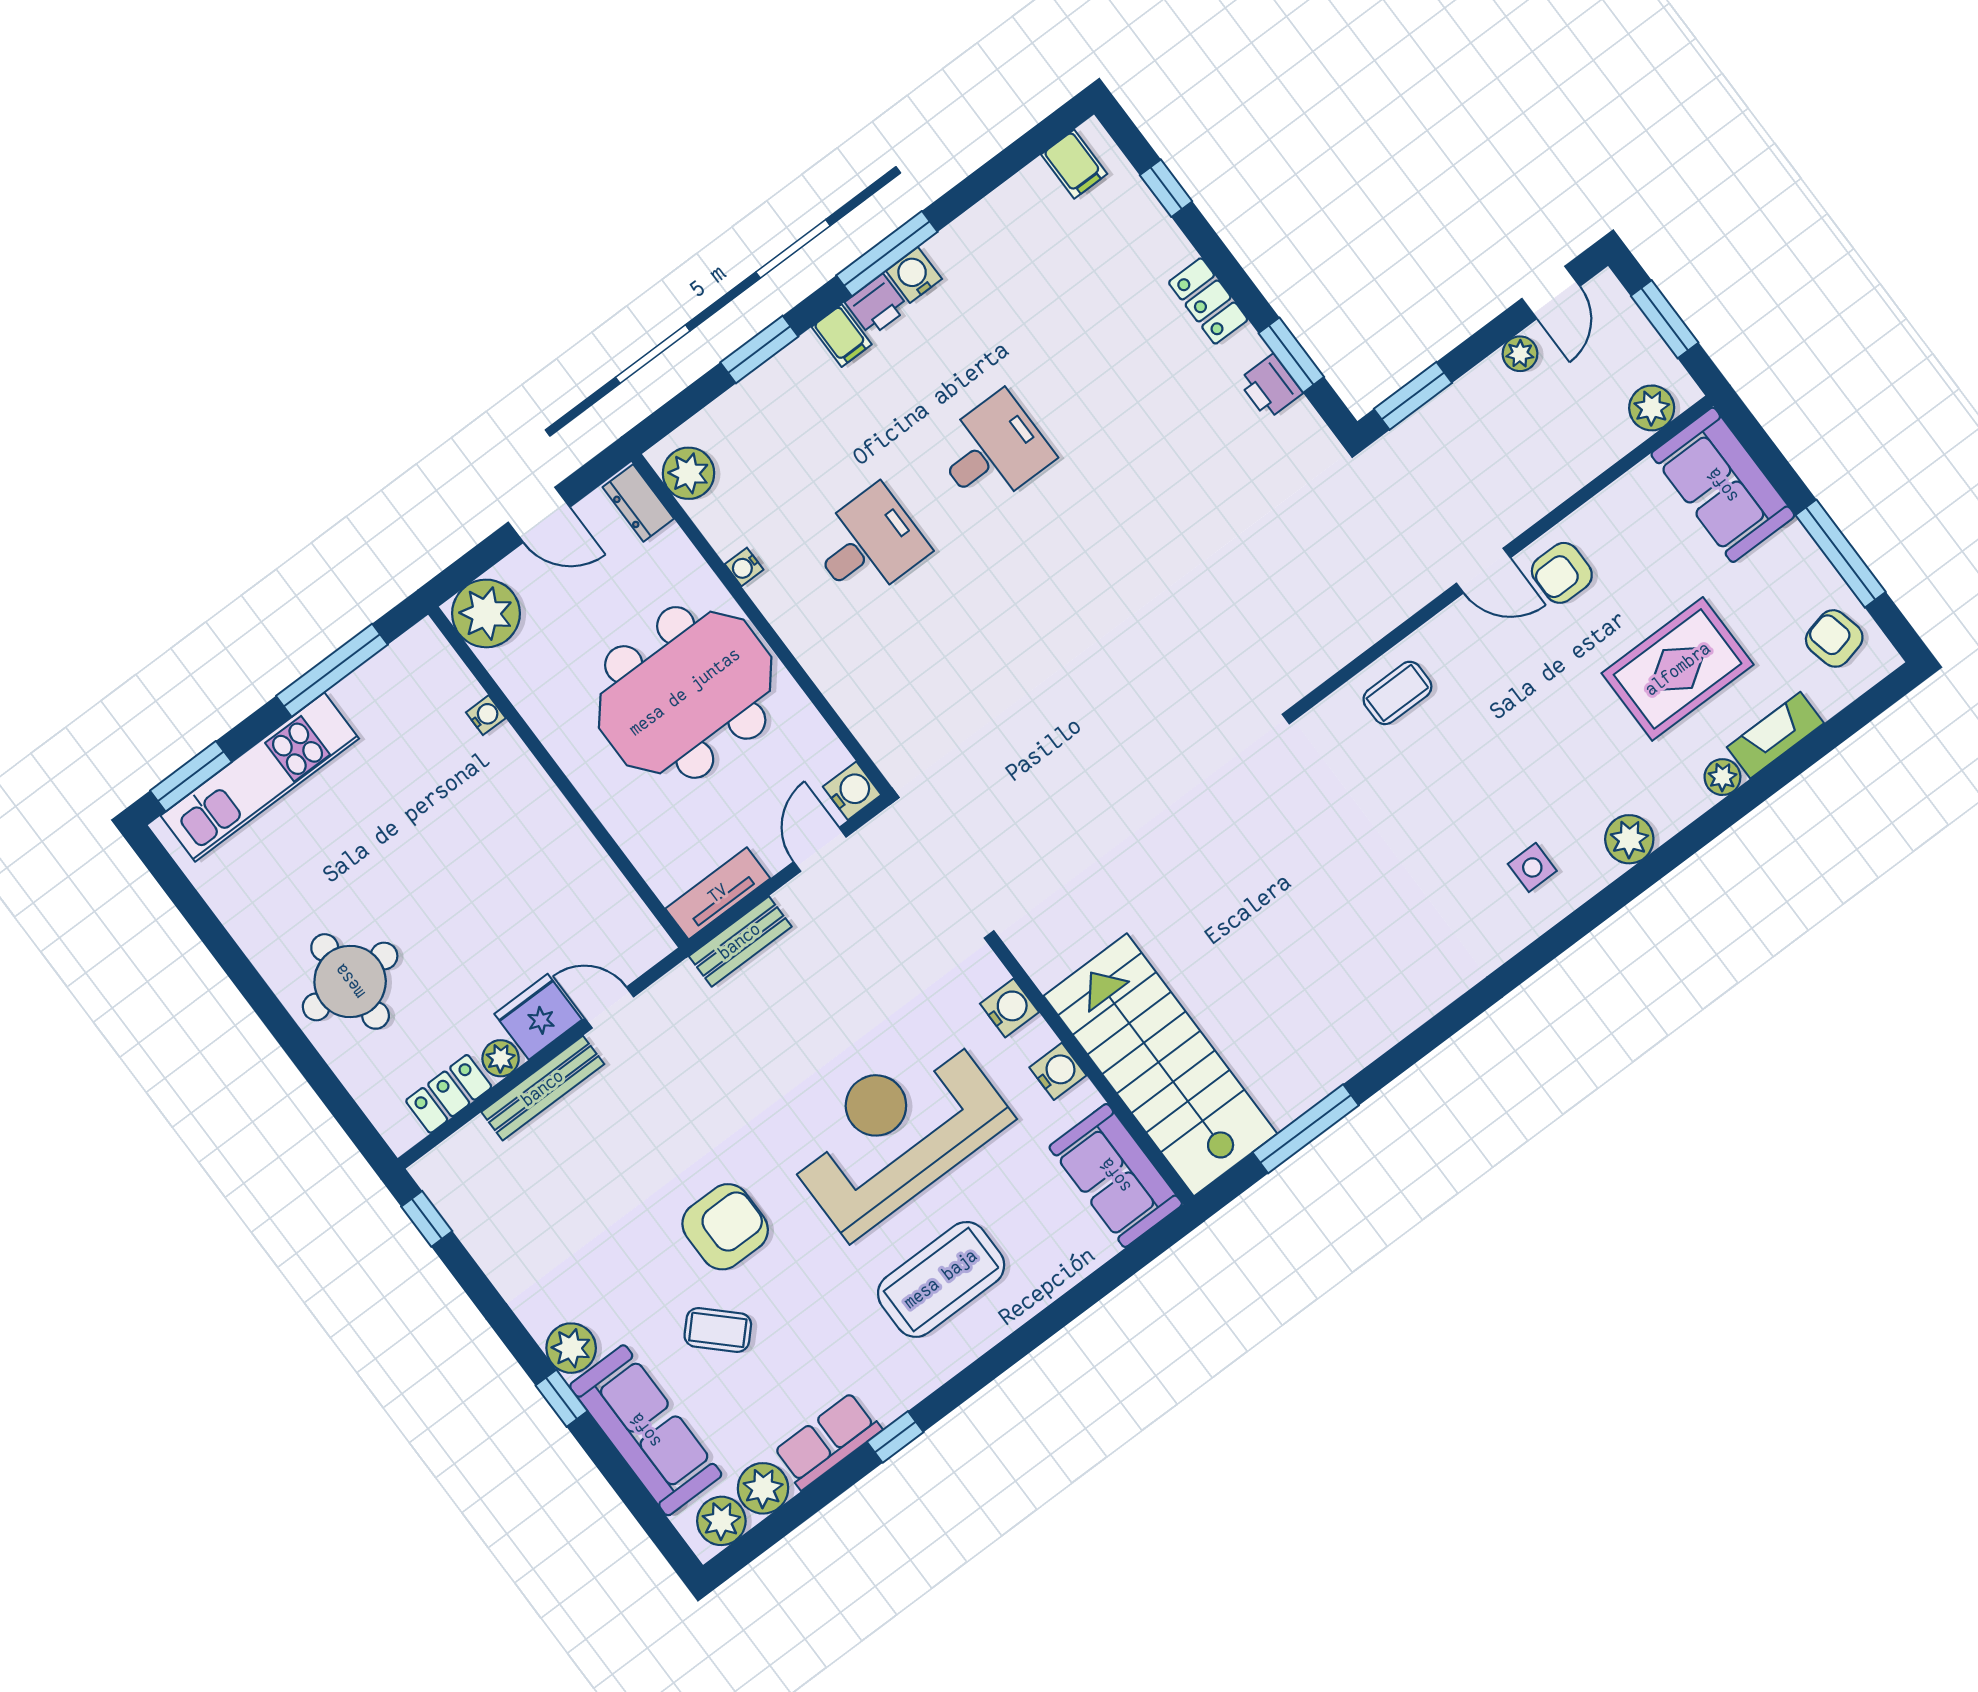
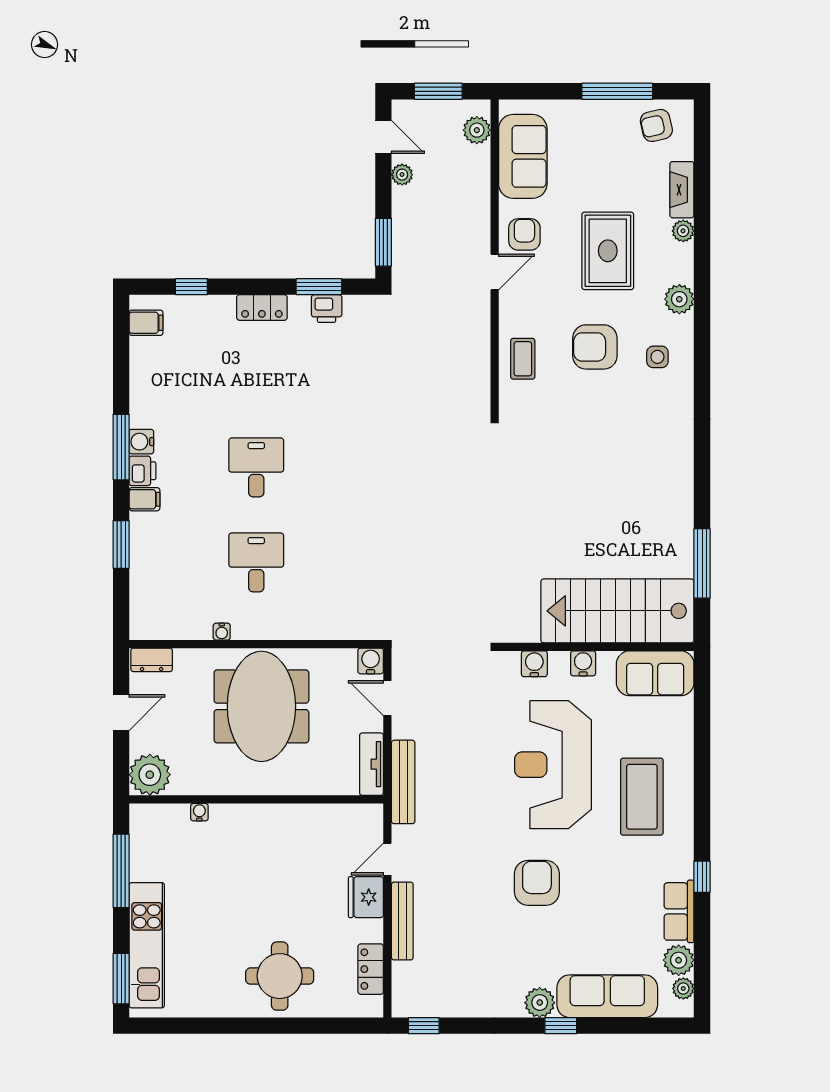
plant: (689, 473) -> (156, 624), removed
sofa: (1723, 485) -> (523, 156), moved, turned -90
armchair: (1562, 573) -> (524, 234), turned 180
rug: (1678, 669) -> (608, 251), moved
armchair: (1484, 776) -> (595, 347), added
bench: (740, 941) -> (403, 782), width x1.36
plant: (501, 1058) -> (372, 931), removed
coffee table: (718, 1330) -> (585, 924), removed
plant: (721, 1521) -> (683, 989), width x0.73, depth x0.73

